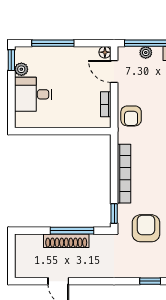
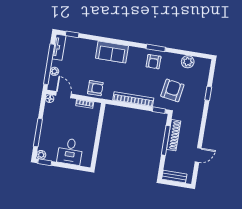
plant: (21, 69) -> (41, 155), moved
door: (114, 71) -> (64, 95), swing flipped
armchair: (146, 228) -> (172, 90), turned 99
shoe rack: (66, 241) -> (174, 135), moved
bench: (21, 252) -> (174, 177), added

